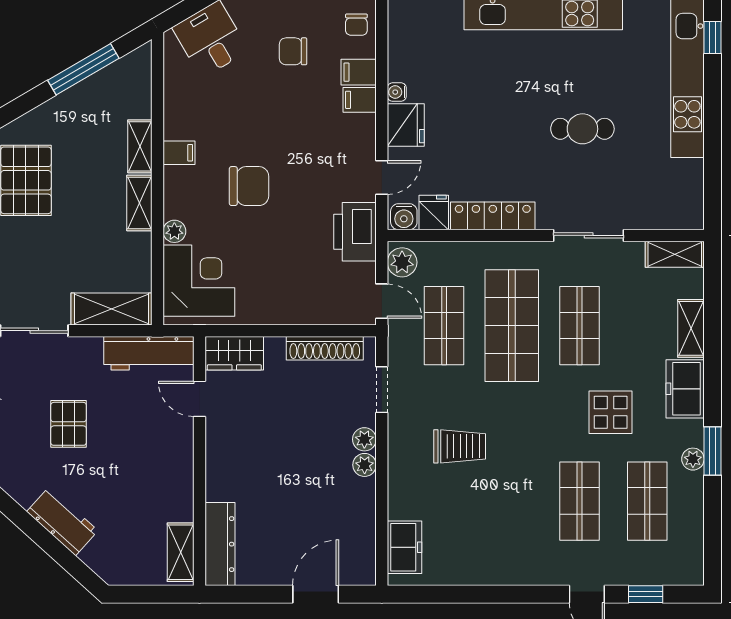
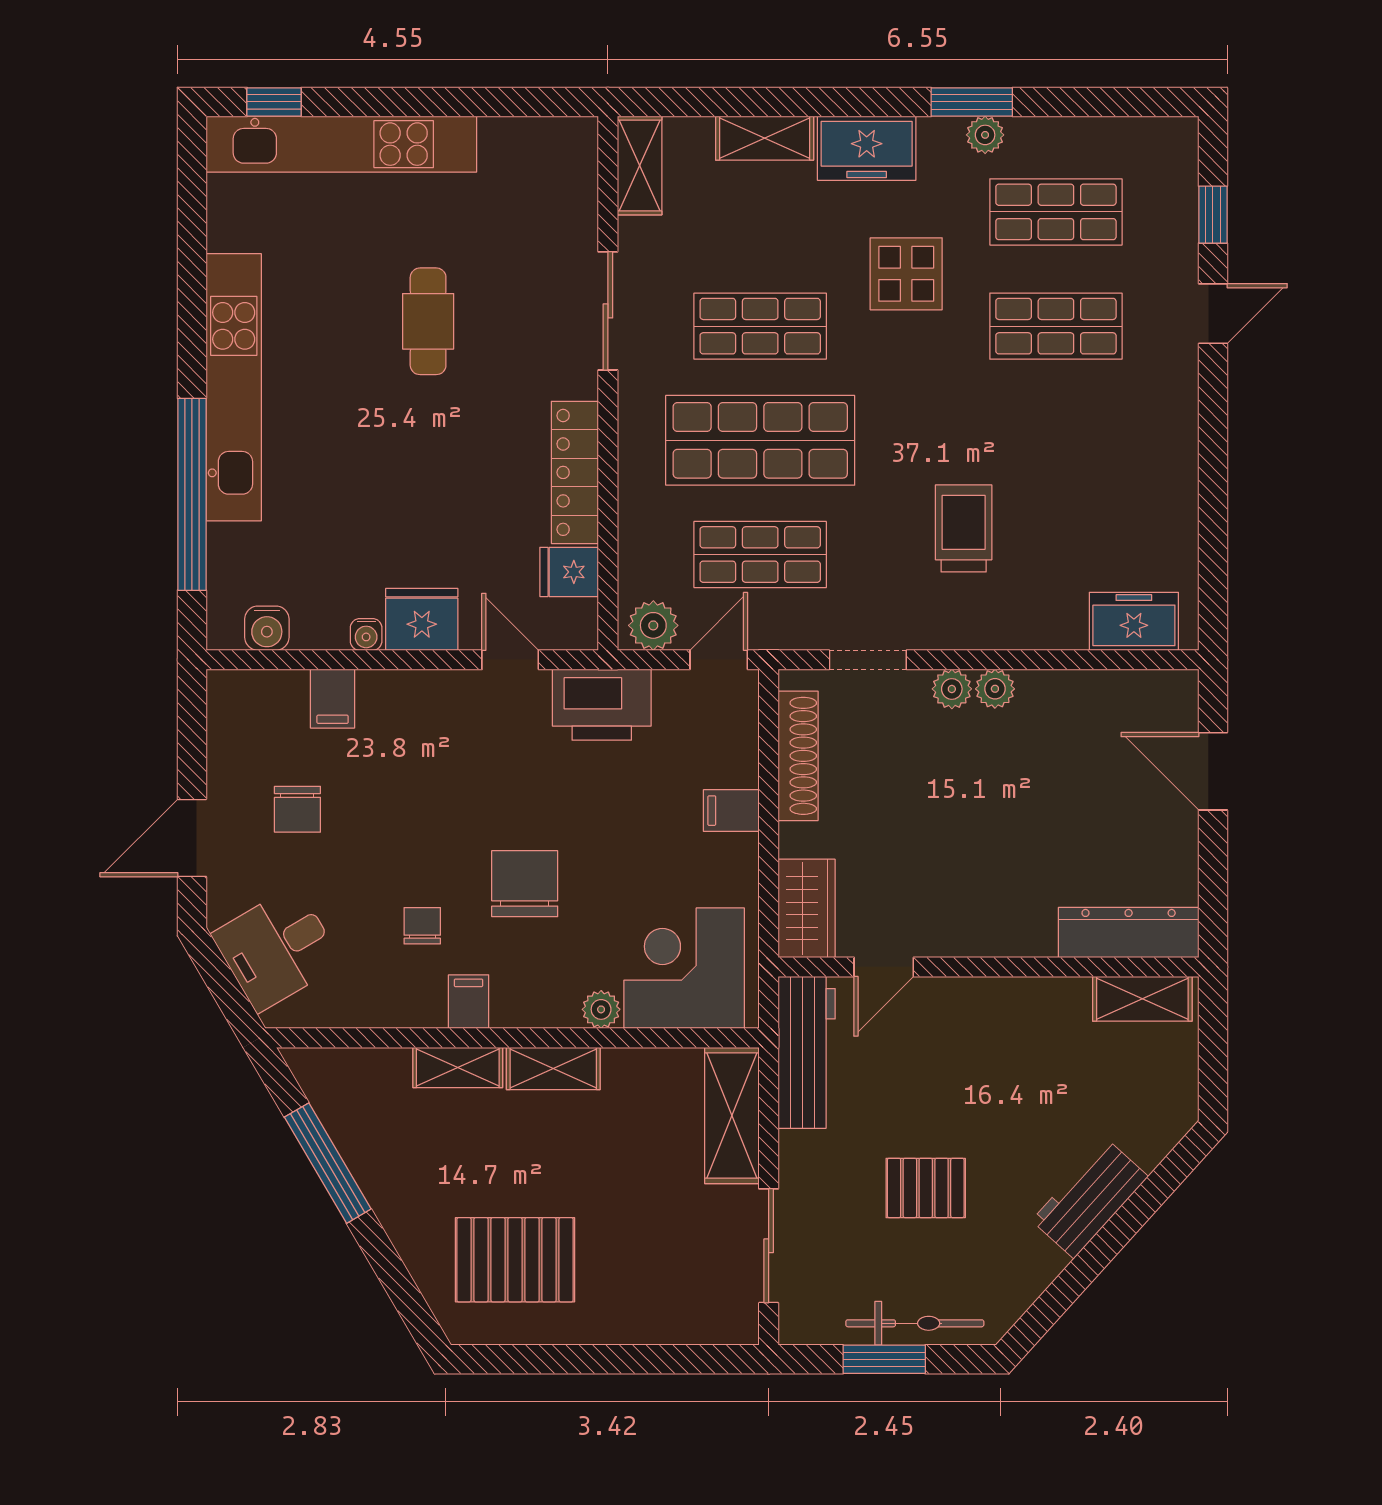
chair: (356, 25) -> (422, 926), moved, turned -90
filing cabinet: (360, 100) -> (731, 811), moved, turned 90
water cooler: (404, 217) -> (267, 628), moved, turned 90

